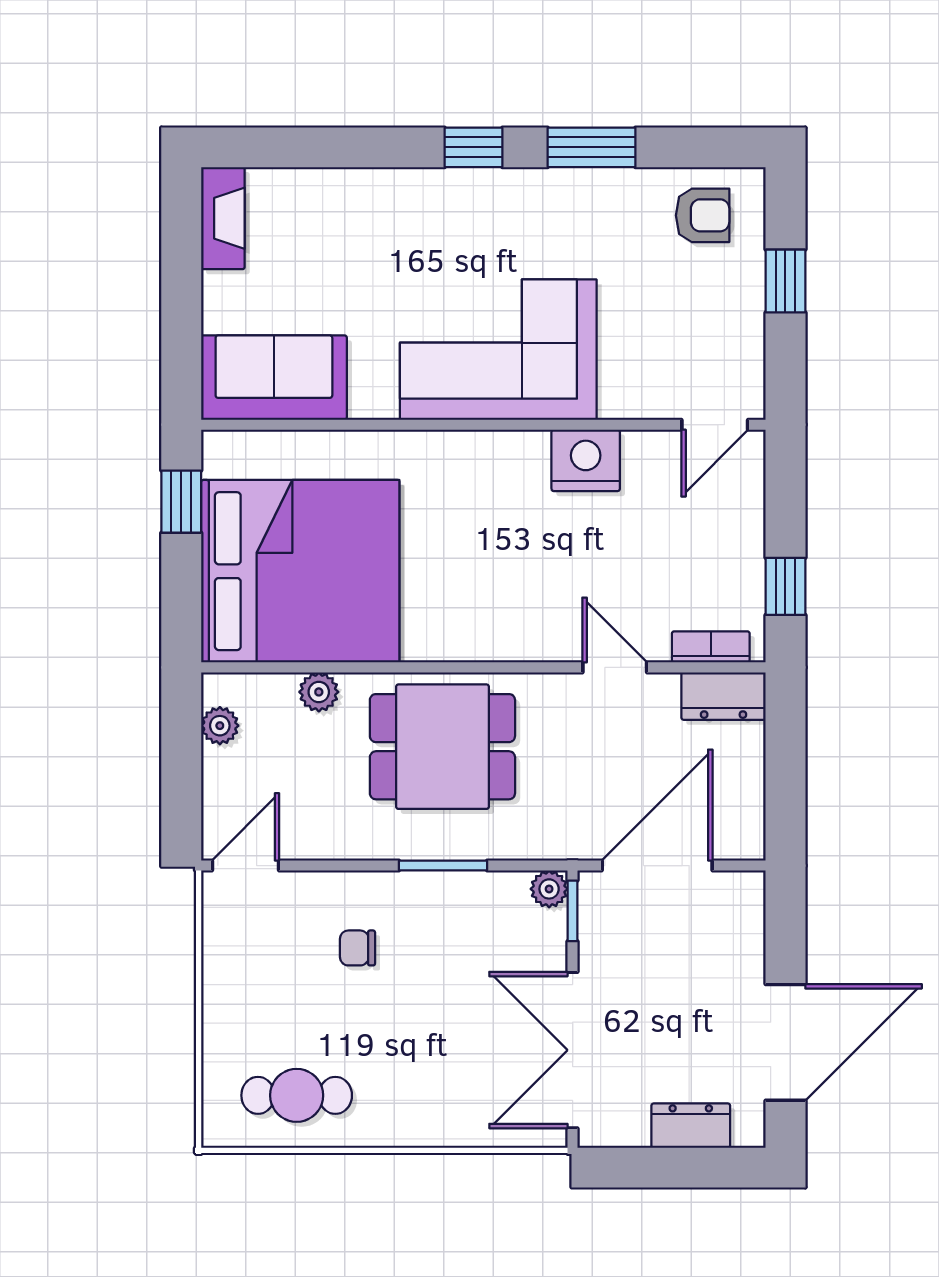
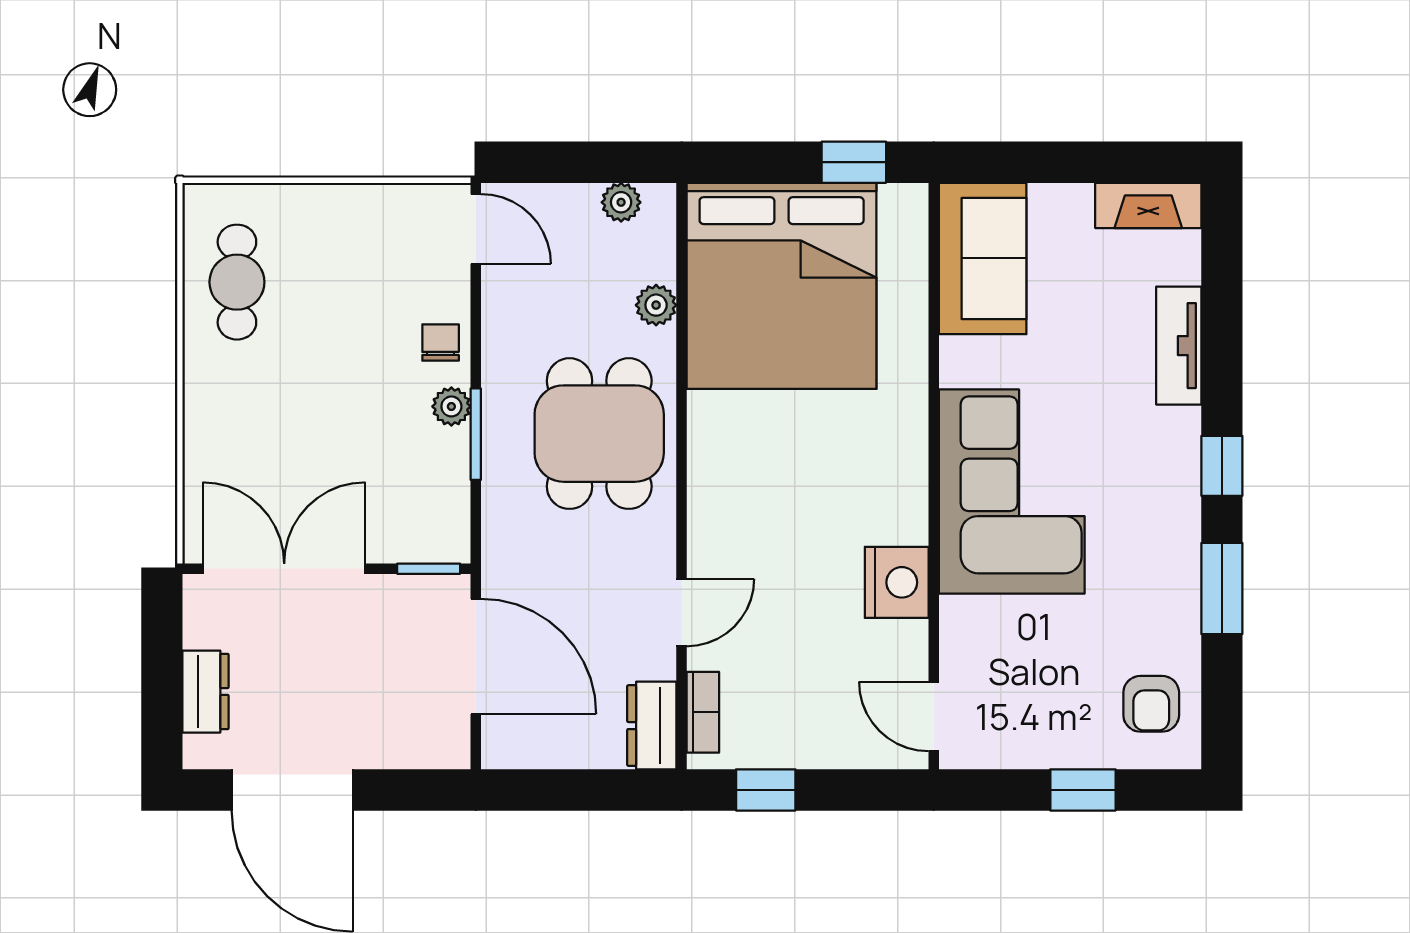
tv unit: (358, 189) -> (1179, 346), added
plant: (549, 889) -> (451, 406), moved
chair: (357, 948) -> (441, 343), moved

